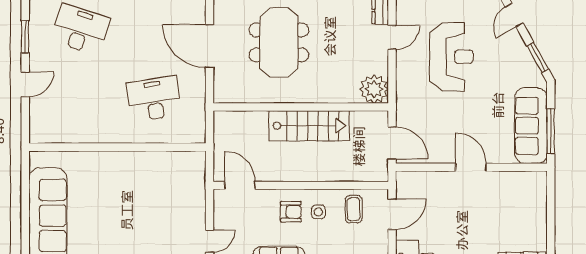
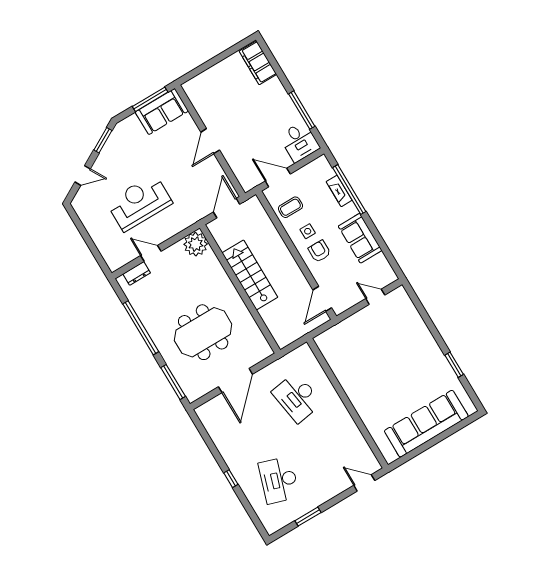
door: (25, 84) -> (364, 483), moved
sofa: (531, 126) -> (162, 111), width x0.73

